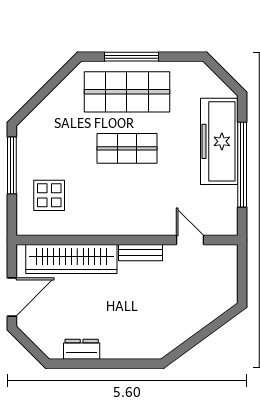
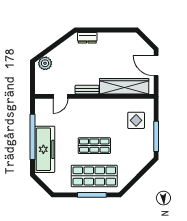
door: (190, 240) -> (60, 96), hinge flipped
door: (12, 297) -> (156, 66), hinge flipped
plant: (219, 302) -> (45, 63), added
dresser: (82, 349) -> (87, 38), moved

